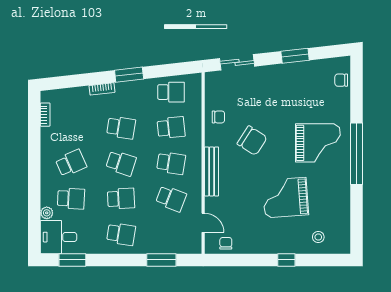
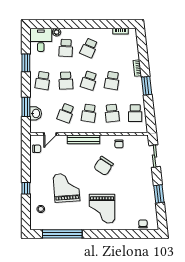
window: (356, 154) -> (62, 234), moved
school desk: (71, 163) -> (89, 48), turned 48
washbasin: (172, 245) -> (36, 113), added
window: (72, 260) -> (26, 63), moved

